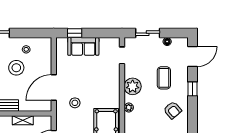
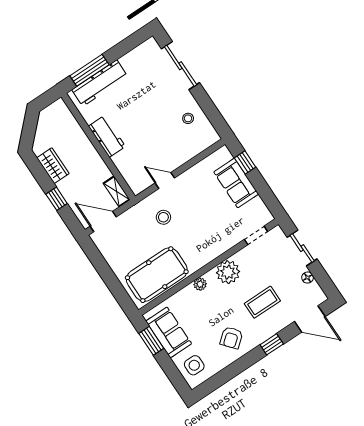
stool: (16, 68) -> (159, 121), removed
door: (54, 88) -> (165, 180), width x0.53
shelving: (23, 120) -> (117, 191), moved

